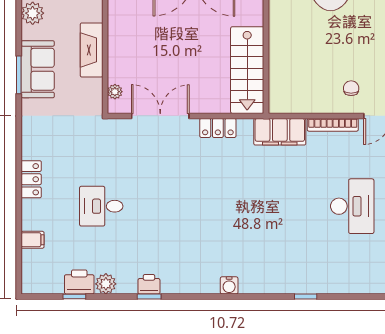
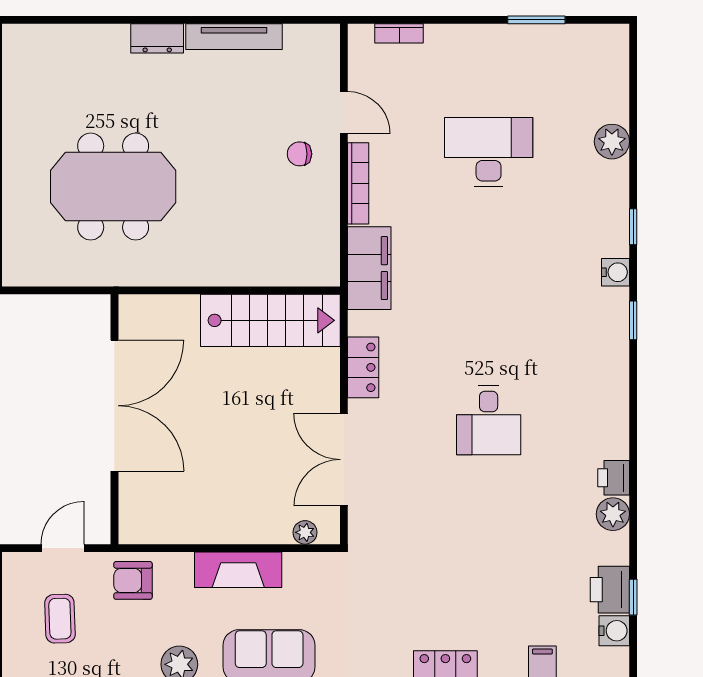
desk: (101, 206) -> (489, 420), moved
plant: (359, 283) -> (612, 142), added
plant: (106, 284) -> (613, 514), moved
water cooler: (53, 285) -> (614, 631), added
water cooler: (229, 285) -> (615, 272), moved
window: (149, 296) -> (633, 320), moved

